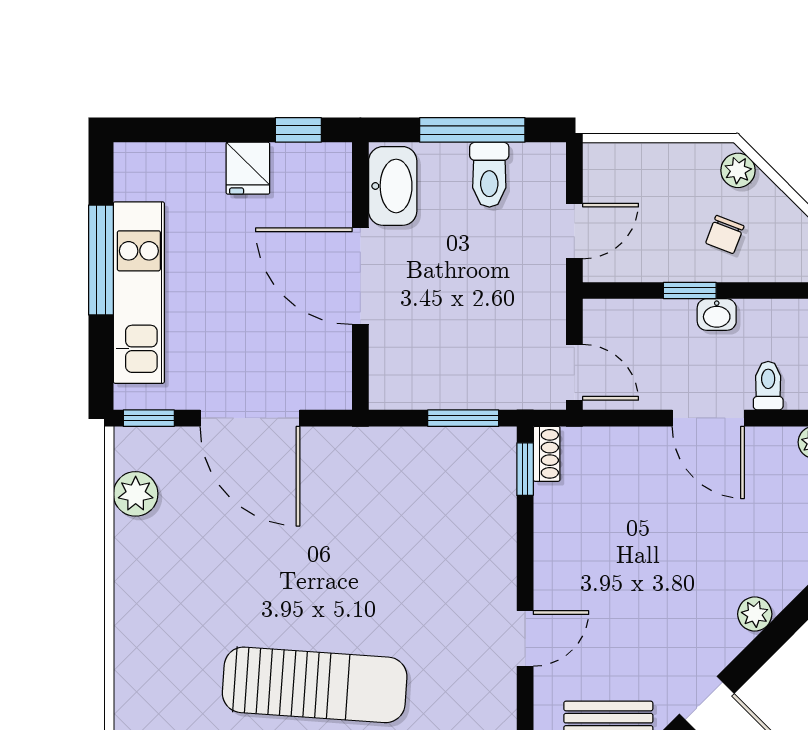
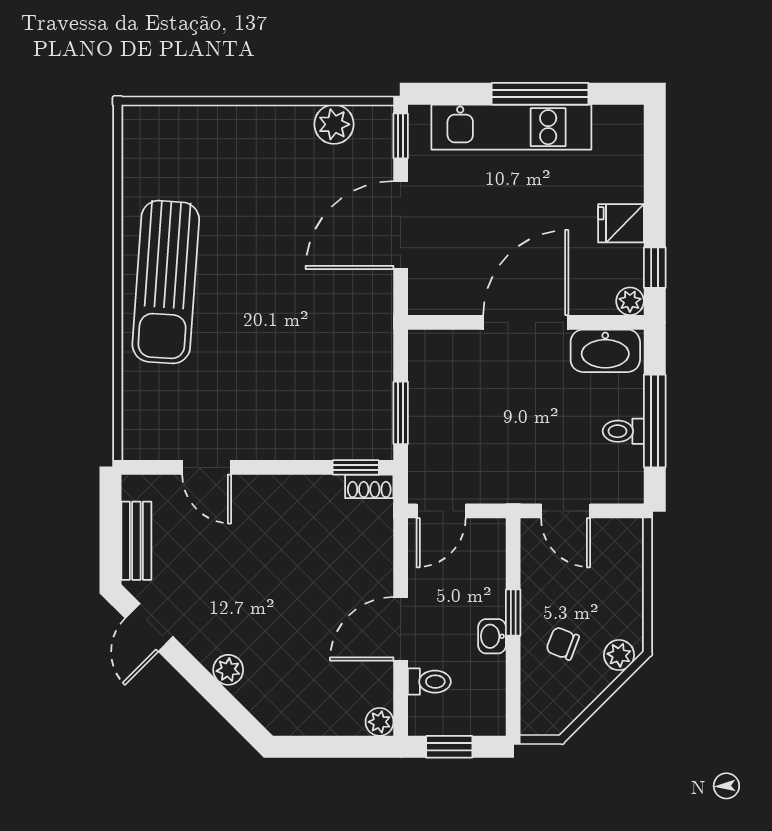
plant: (336, 158) -> (630, 301), added
toilet: (489, 175) -> (623, 431), width x0.73, depth x0.72

